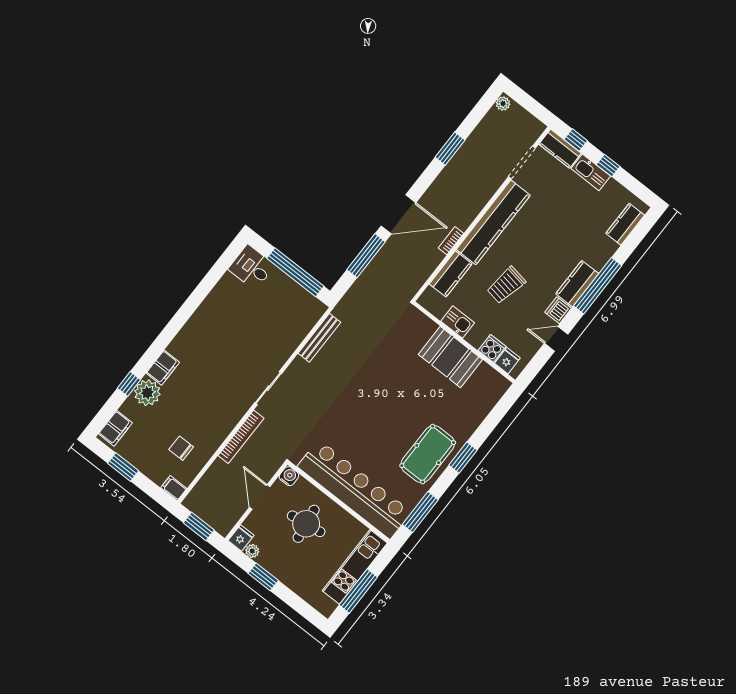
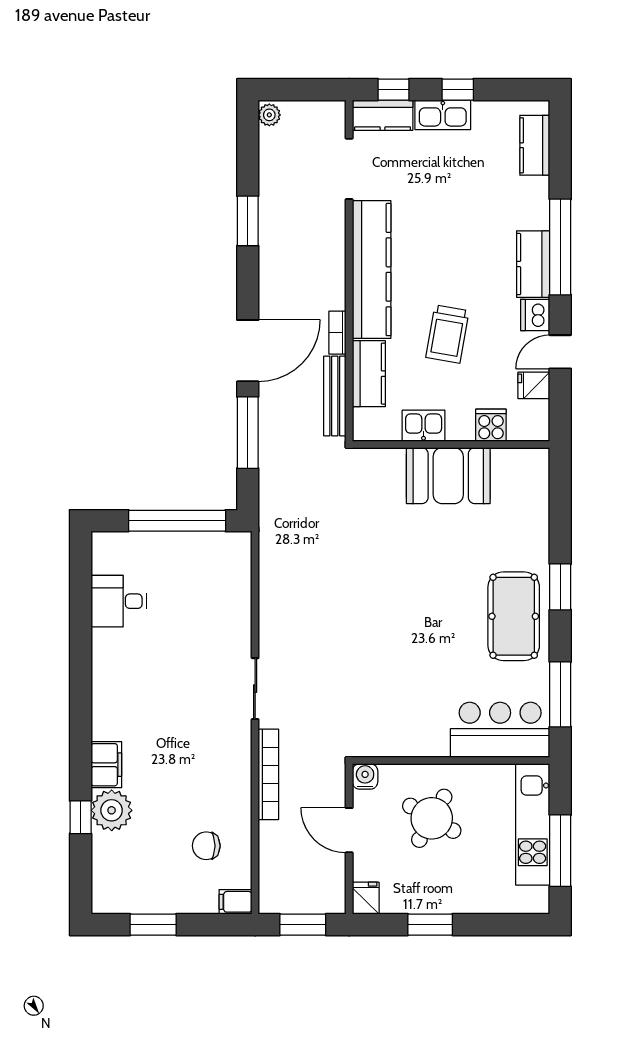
desk: (251, 267) -> (119, 601), moved
bench: (319, 338) -> (335, 396), moved
fridge: (507, 361) -> (534, 385), moved, turned -90
filing cabinet: (115, 428) -> (107, 885), removed
bar counter: (354, 489) -> (500, 730), width x0.54
round table: (306, 524) -> (432, 818), turned 38
plant: (252, 551) -> (392, 903), removed

